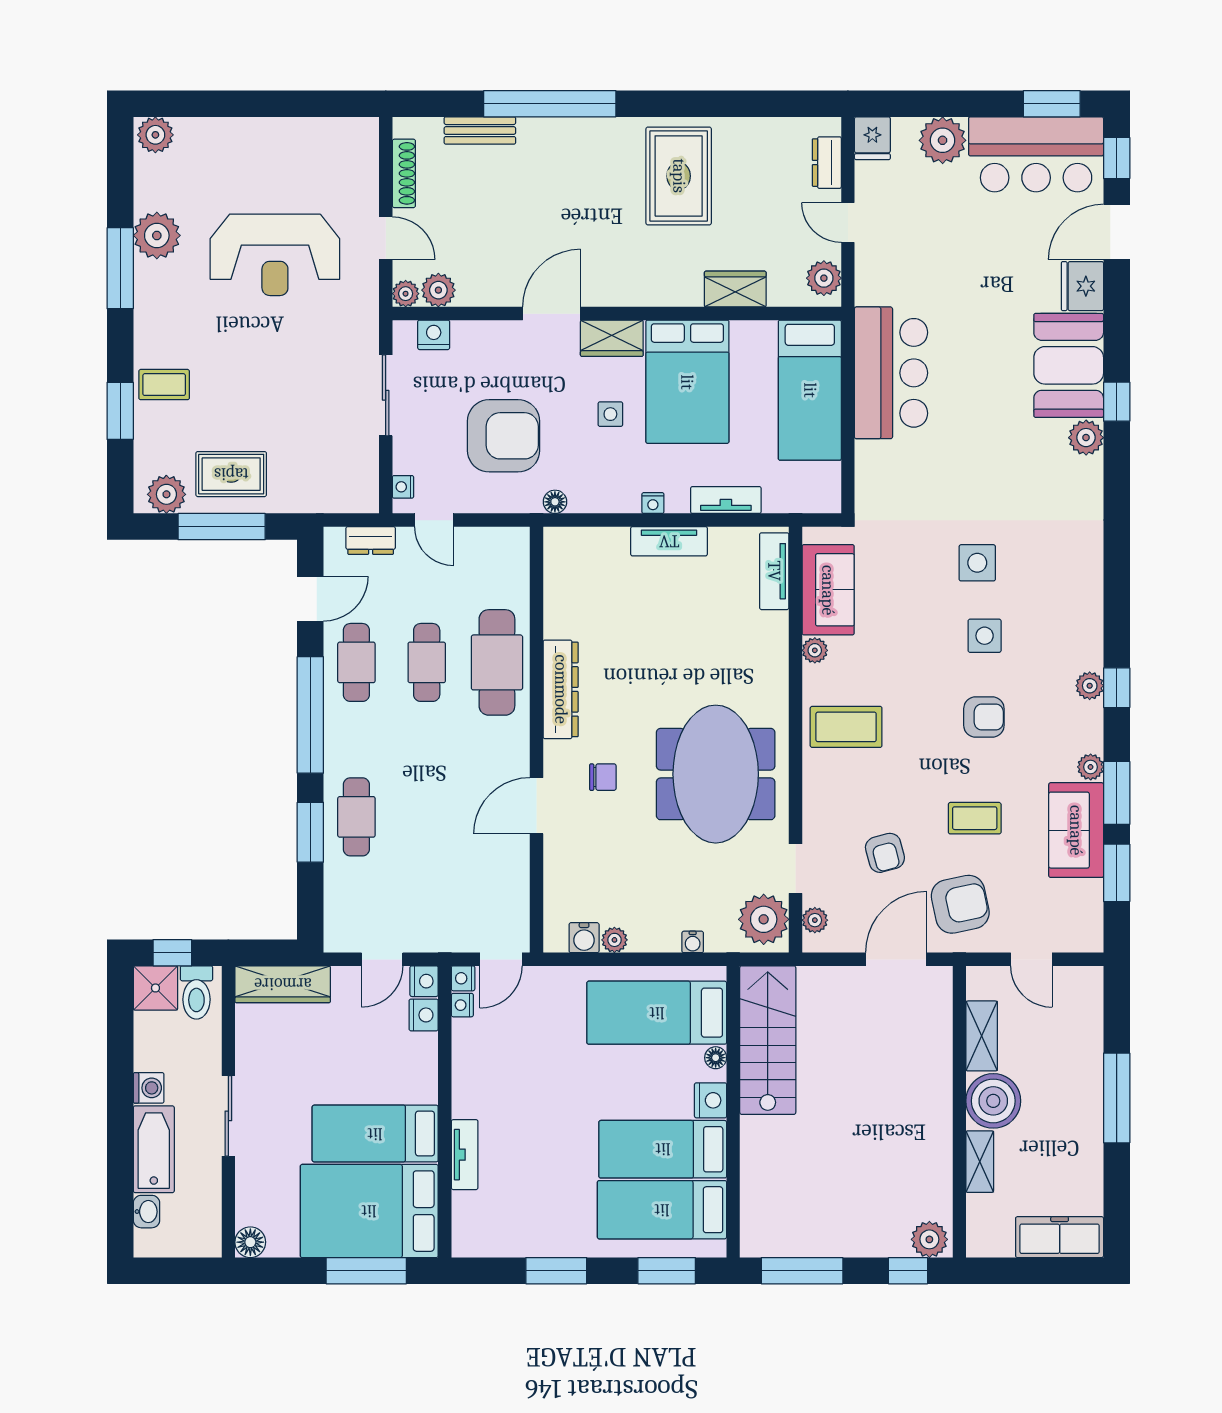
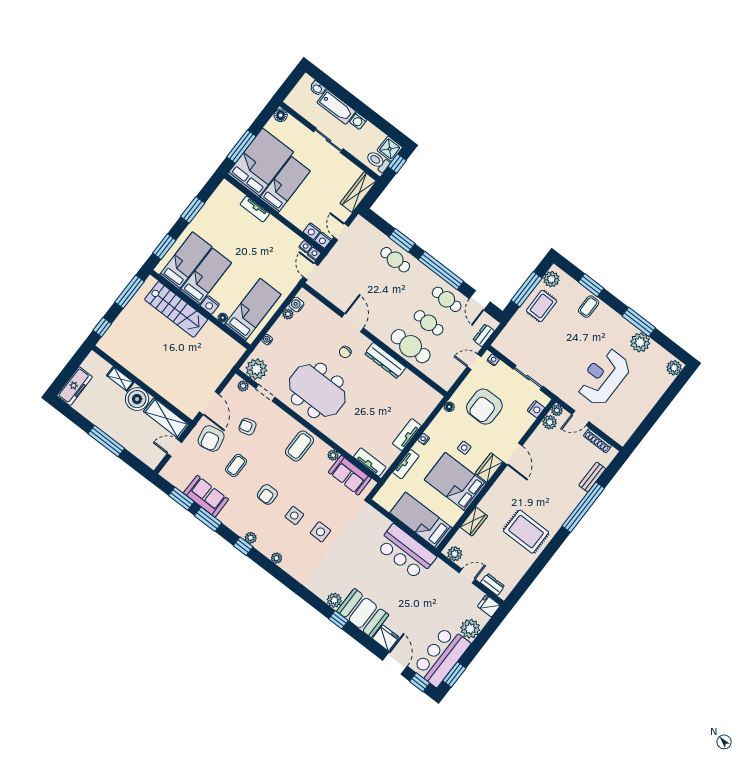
plant: (1091, 767) -> (276, 558), moved
shelving: (982, 1036) -> (166, 418), width x1.50, depth x1.33
stairs: (768, 1040) -> (176, 309), moved
plant: (929, 1239) -> (107, 342), removed

